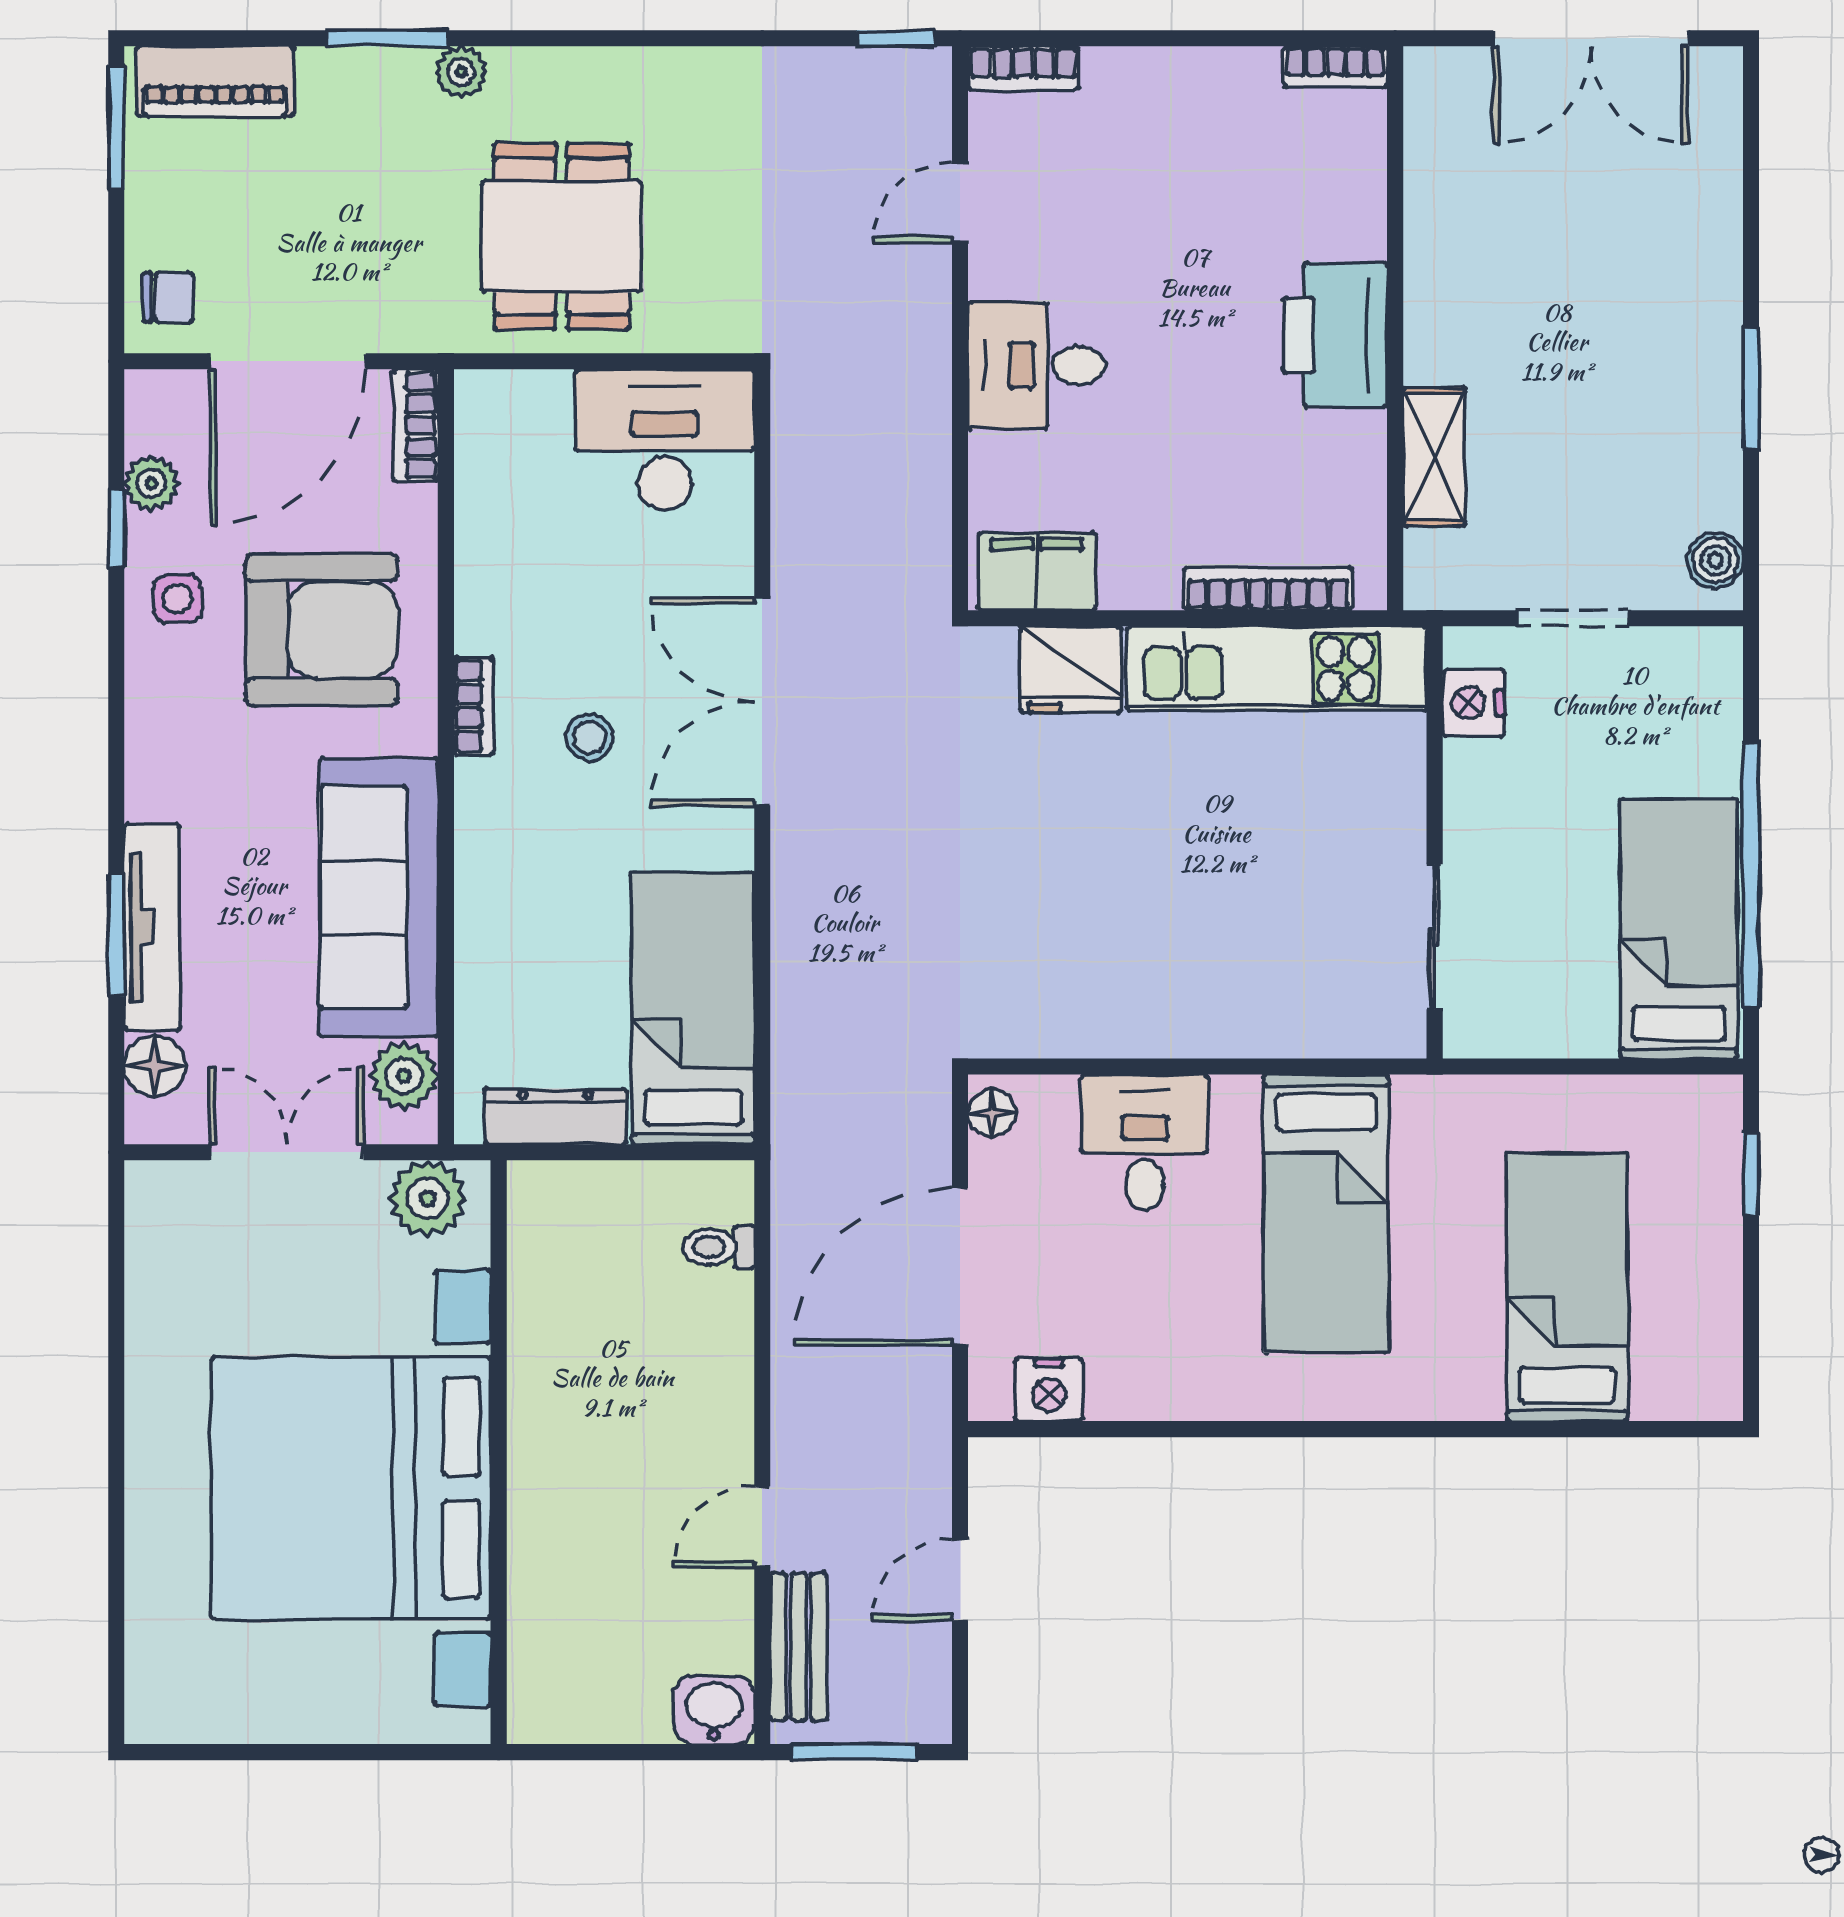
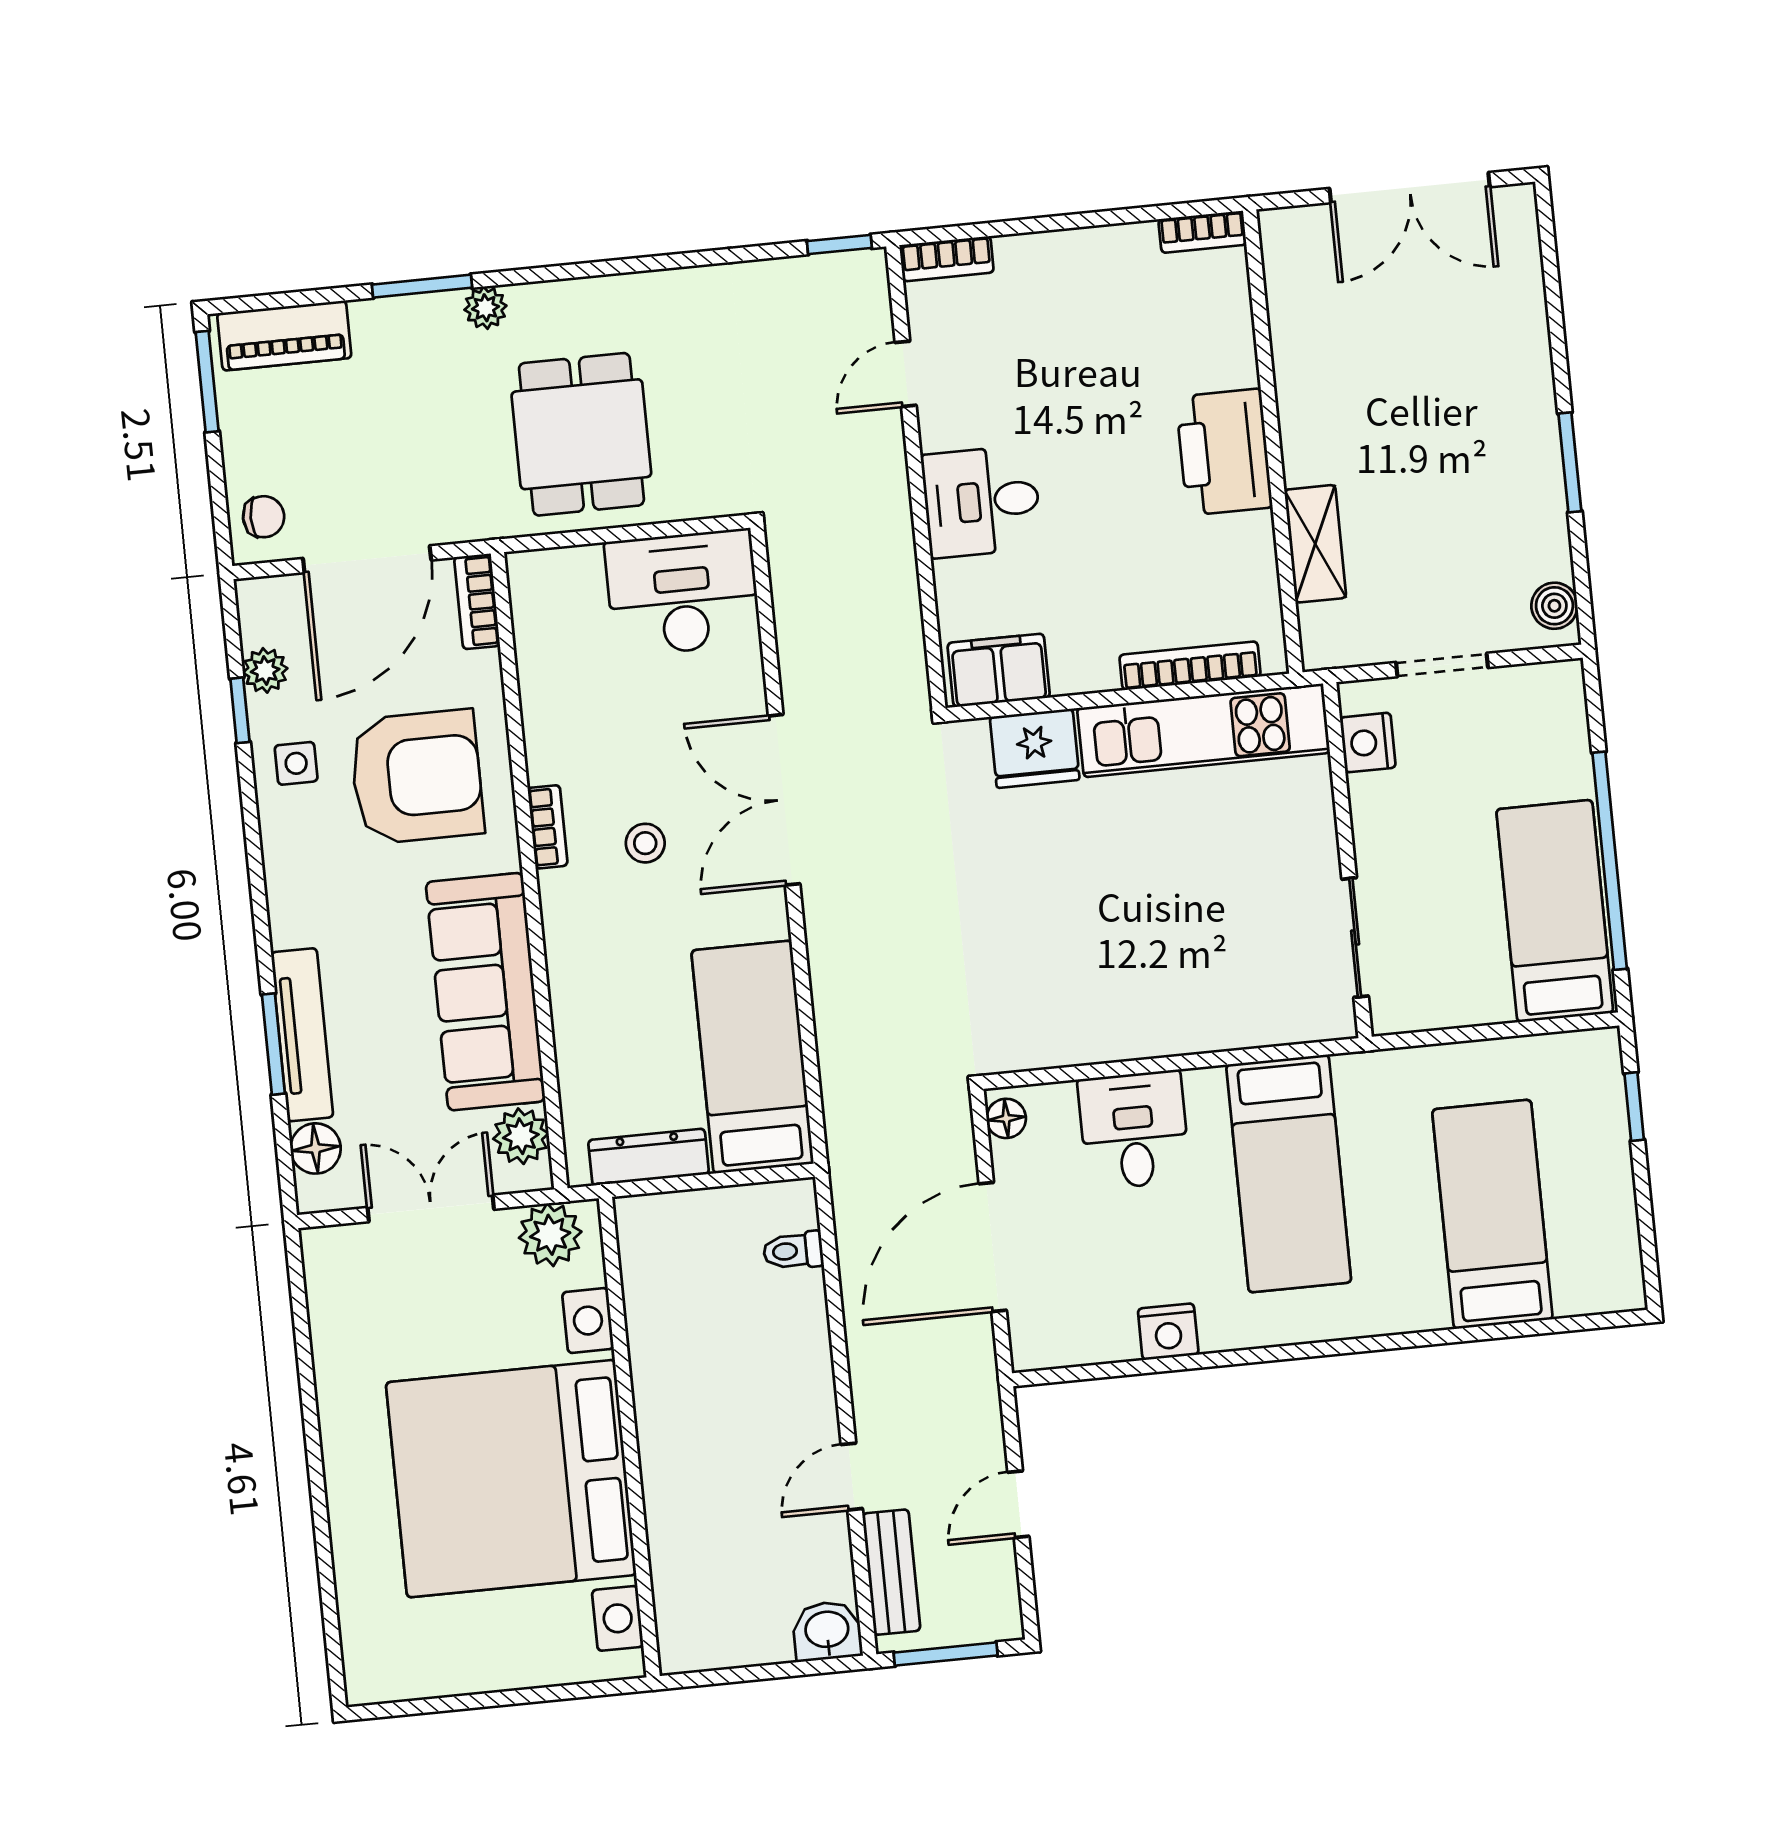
nightstand: (1049, 1390) -> (1168, 1332), moved

